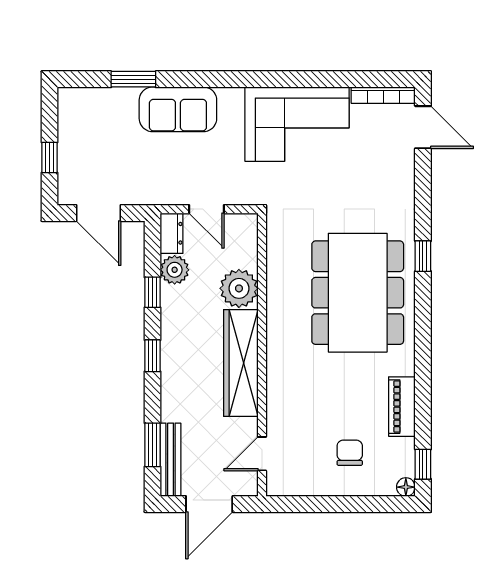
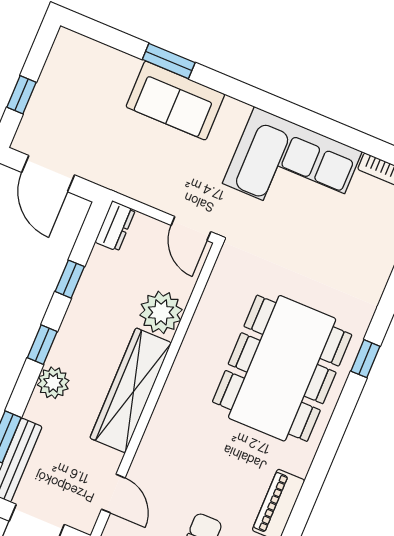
window: (133, 79) -> (169, 61), moved
door: (207, 209) -> (191, 229), moved
plant: (175, 270) -> (53, 383), moved
door: (262, 454) -> (113, 494), swing flipped

